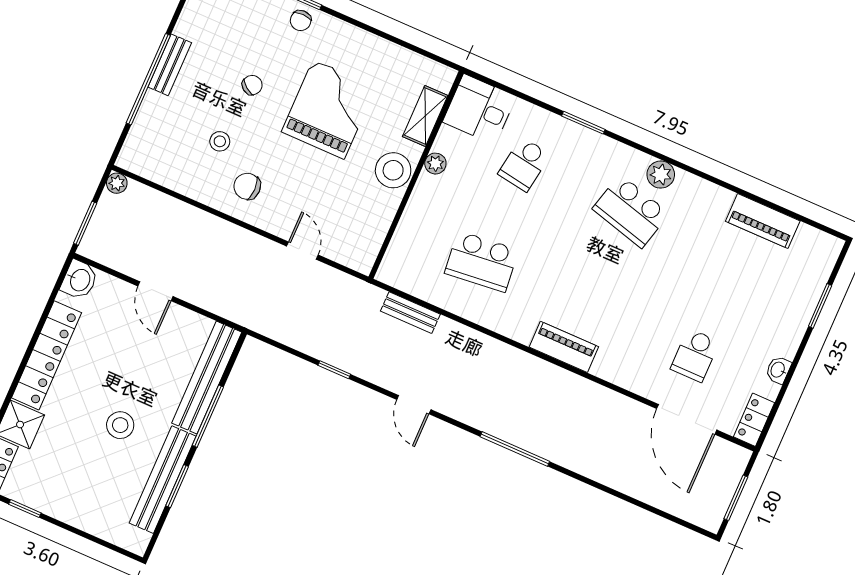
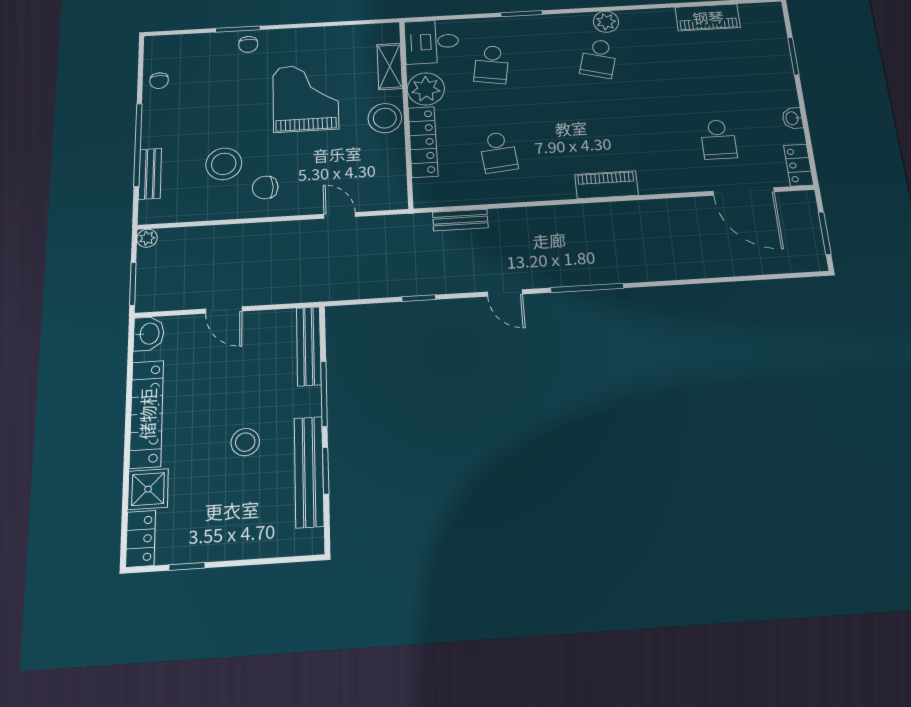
bench: (170, 65) -> (150, 174), moved
chair: (252, 85) -> (159, 81), moved, turned 144
stool: (220, 141) -> (224, 164), width x1.89, depth x1.89
plant: (435, 164) -> (426, 89), width x1.88, depth x1.88
school desk: (631, 211) -> (599, 58), width x0.54
locker: (417, 214) -> (423, 142), added
school desk: (481, 262) -> (498, 152), width x0.54
bench: (207, 378) -> (309, 346), width x0.73, depth x0.82
window: (515, 449) -> (587, 288), moved

